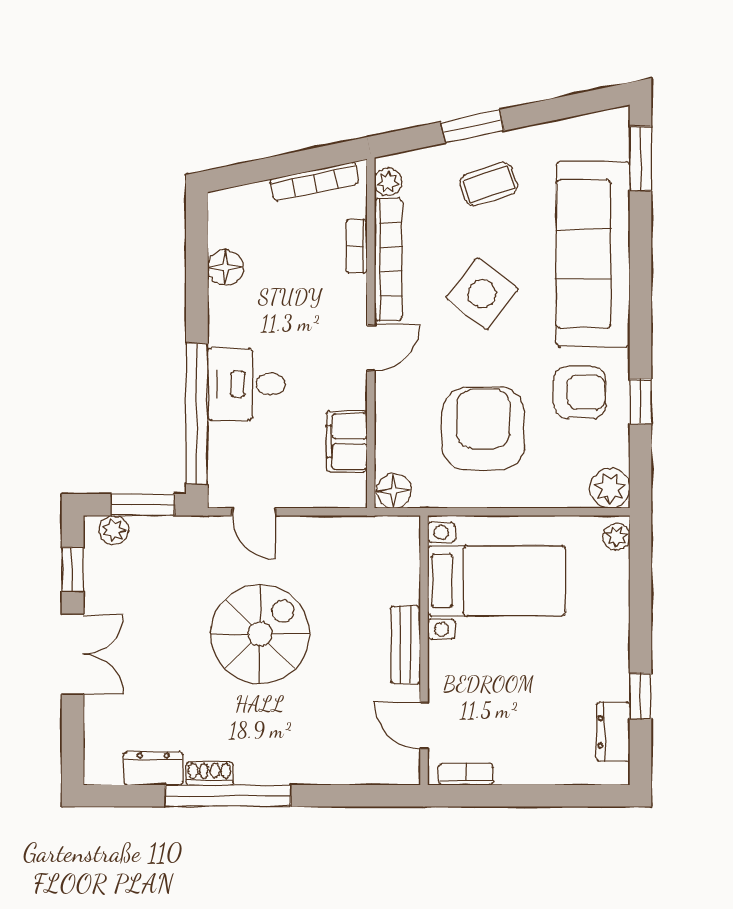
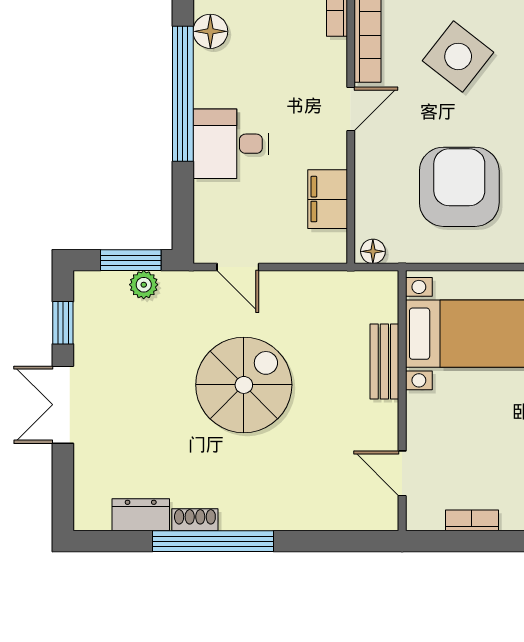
window: (197, 414) -> (183, 94), moved
floor lamp: (394, 491) -> (373, 251), width x0.73, depth x0.73
plant: (114, 530) -> (144, 285), moved
bench: (406, 645) -> (384, 361), moved
double door: (73, 654) -> (63, 405), swing flipped
bookcase: (466, 774) -> (472, 520), moved

